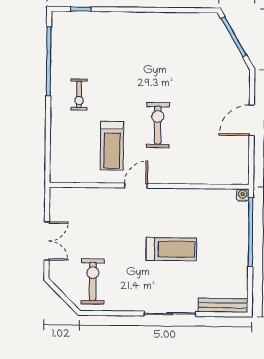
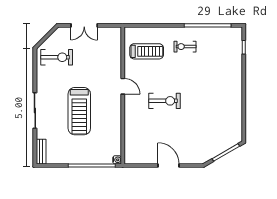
treadmill: (112, 146) -> (147, 51), moved, turned 180
treadmill: (171, 249) -> (79, 111), width x1.37, depth x1.38
bench: (223, 305) -> (41, 152), width x0.73

